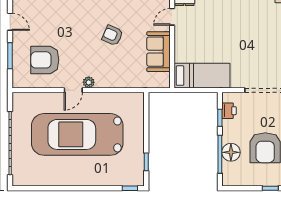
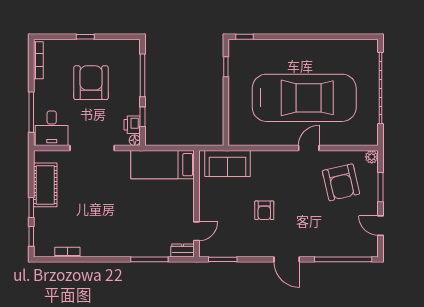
armchair: (112, 35) -> (264, 210), turned 66
sofa: (159, 52) -> (227, 164), moved, turned 90
armchair: (45, 60) -> (341, 182), turned 77
plant: (89, 82) -> (372, 157), moved
floor lamp: (231, 152) -> (135, 140), moved, width x0.53, depth x0.53

